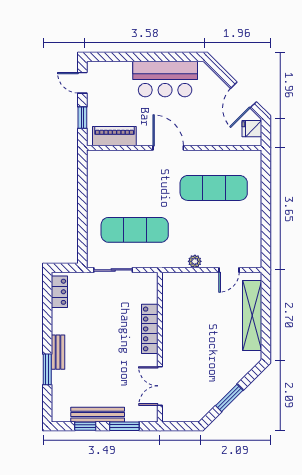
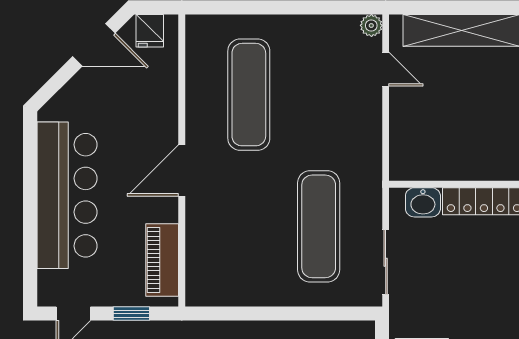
bar counter: (165, 79) -> (67, 195), width x1.36
plant: (195, 261) -> (371, 25), moved
washbasin: (149, 292) -> (423, 202), added

